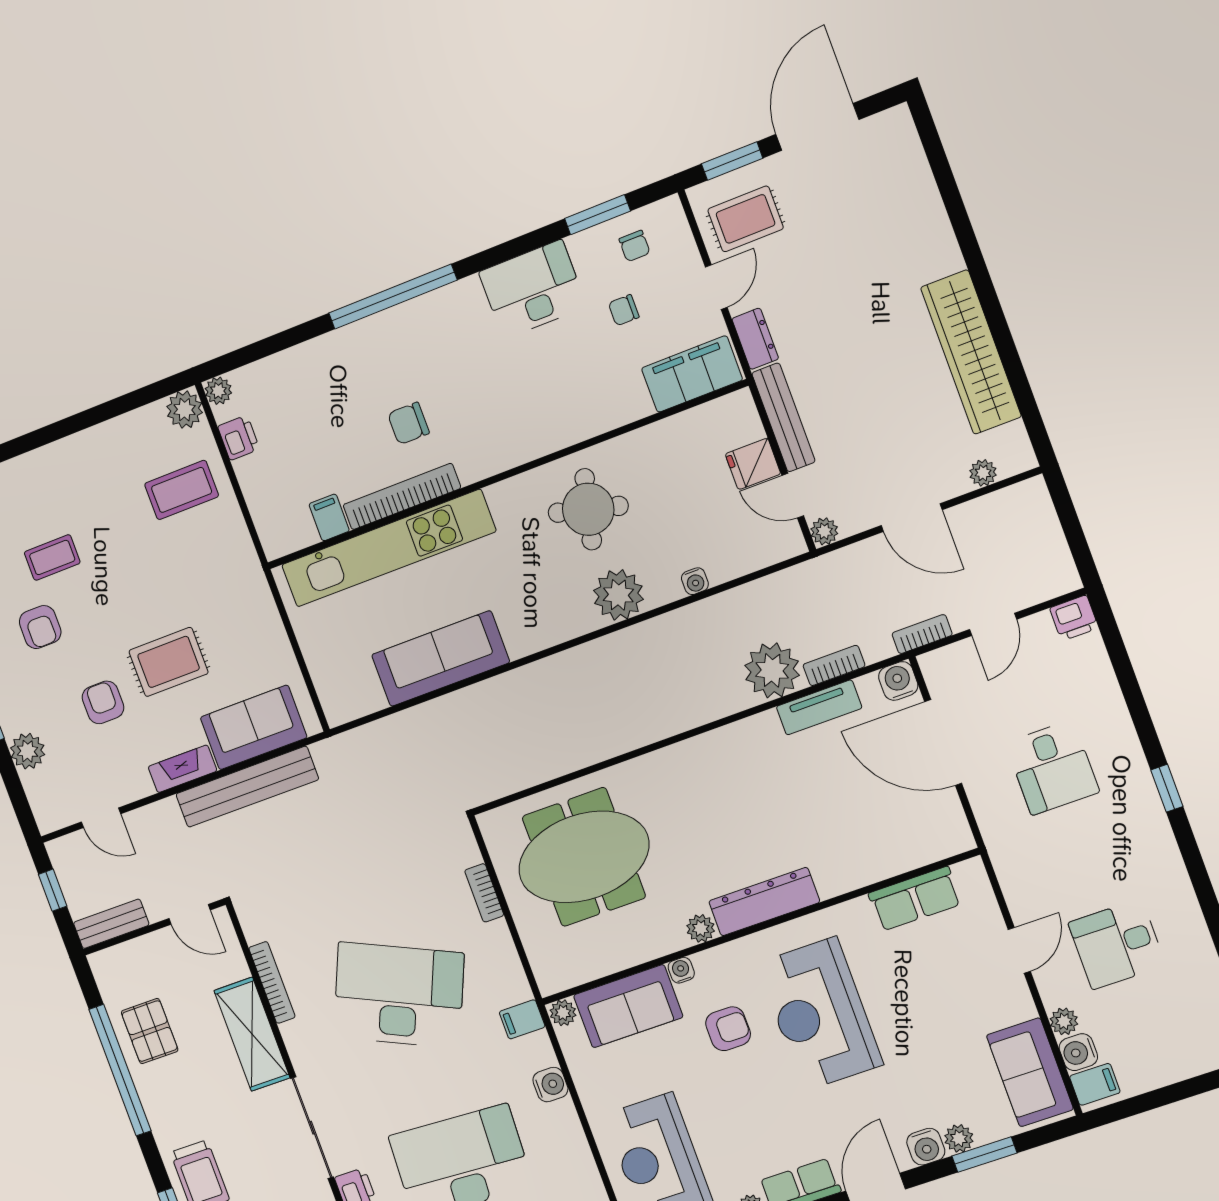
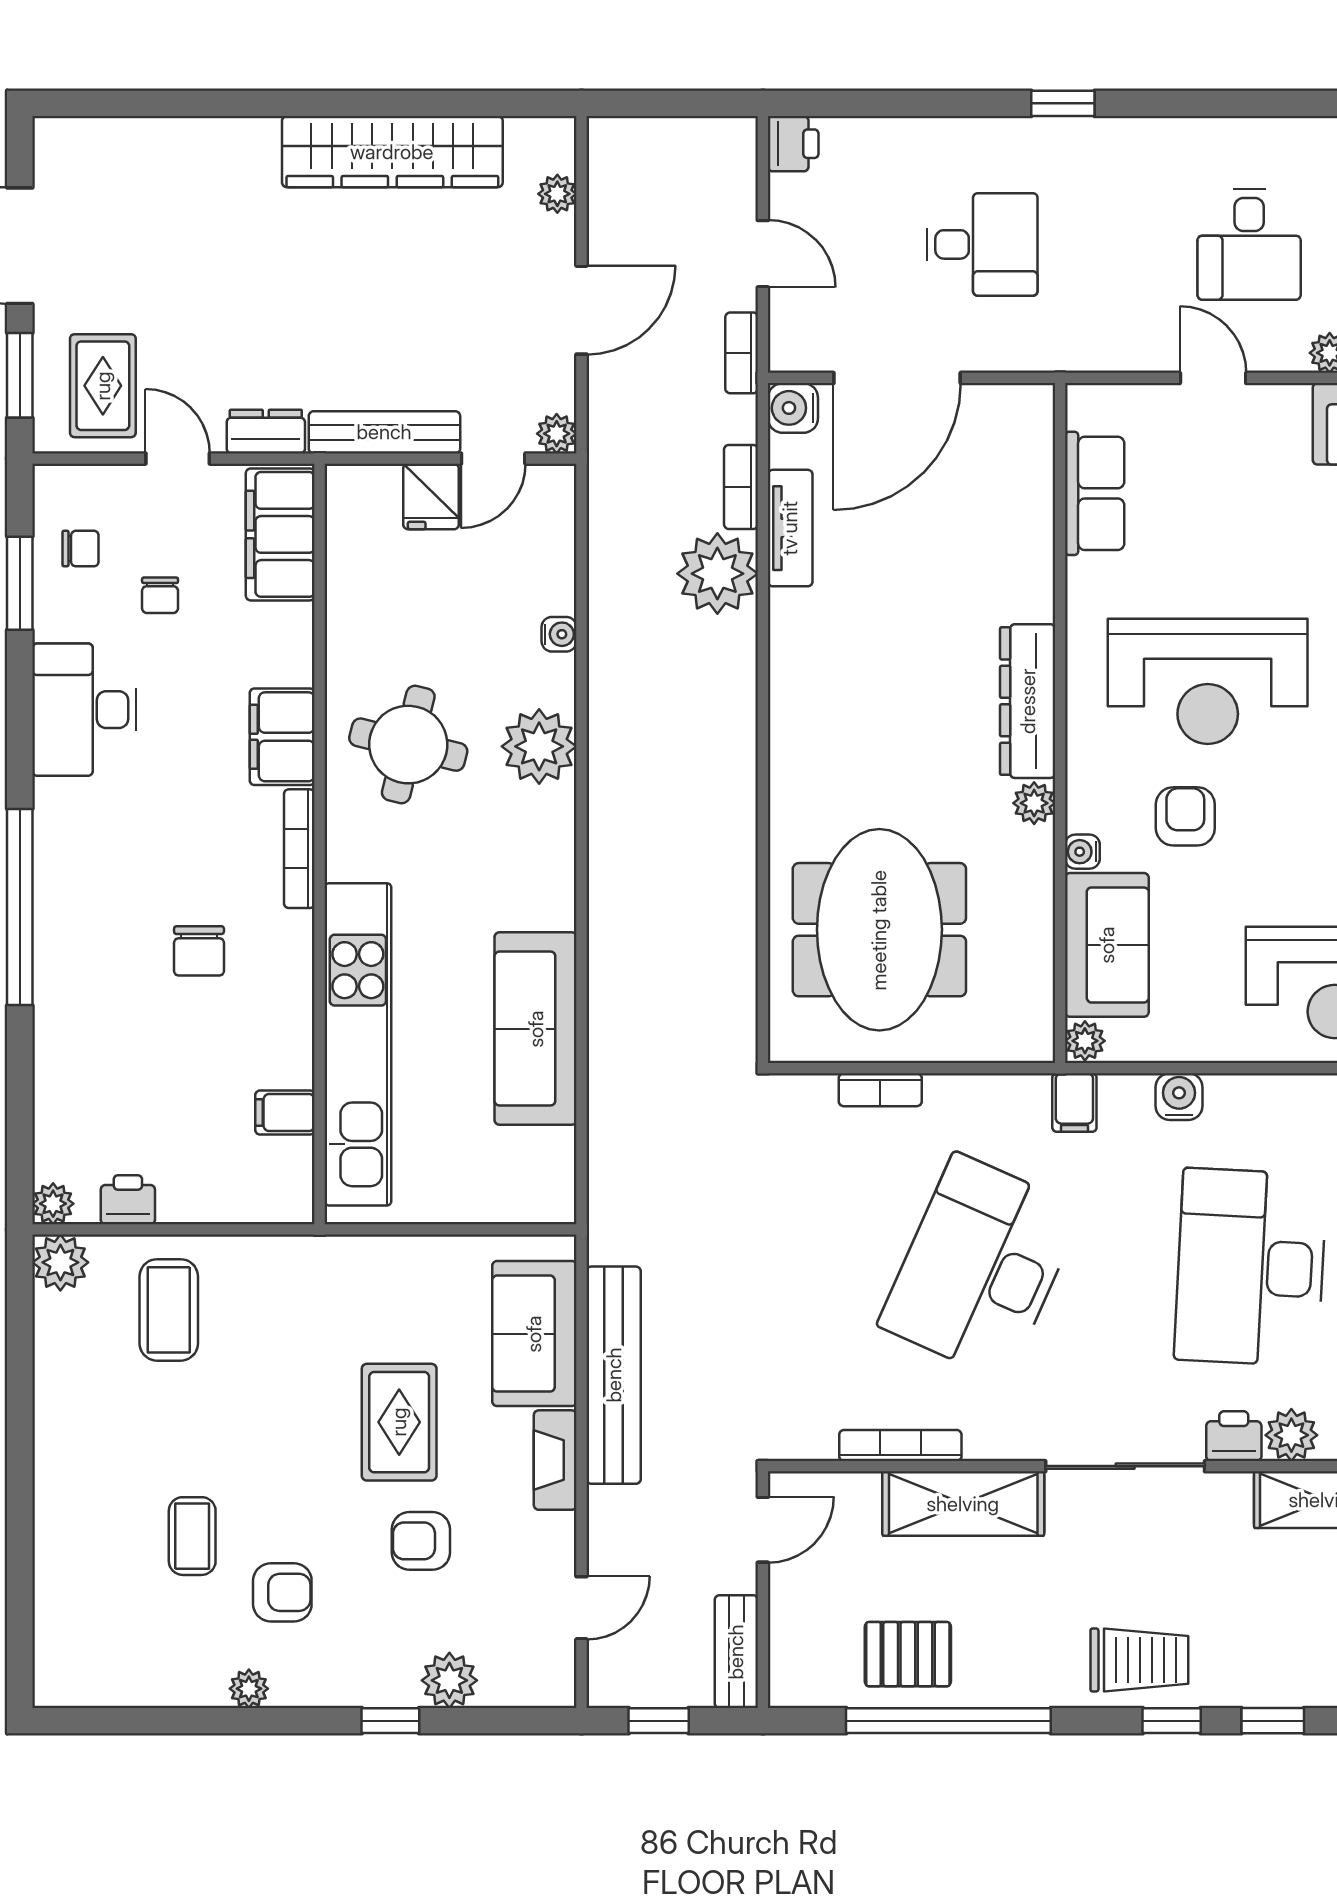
filing cabinet: (563, 425) -> (282, 737), added
bookcase: (402, 496) -> (299, 849), moved, width x0.68, depth x0.76

